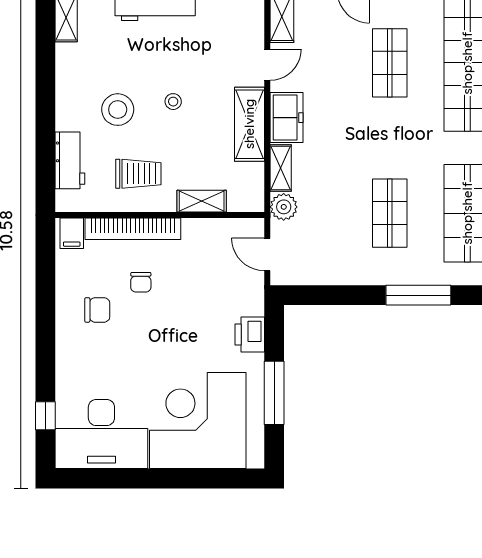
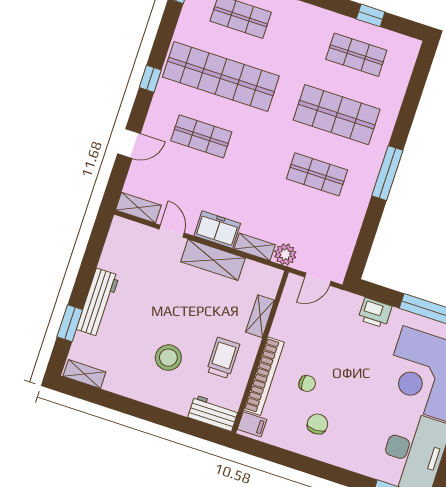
stool: (173, 102) -> (176, 313), removed
workbench: (70, 160) -> (213, 413), moved

